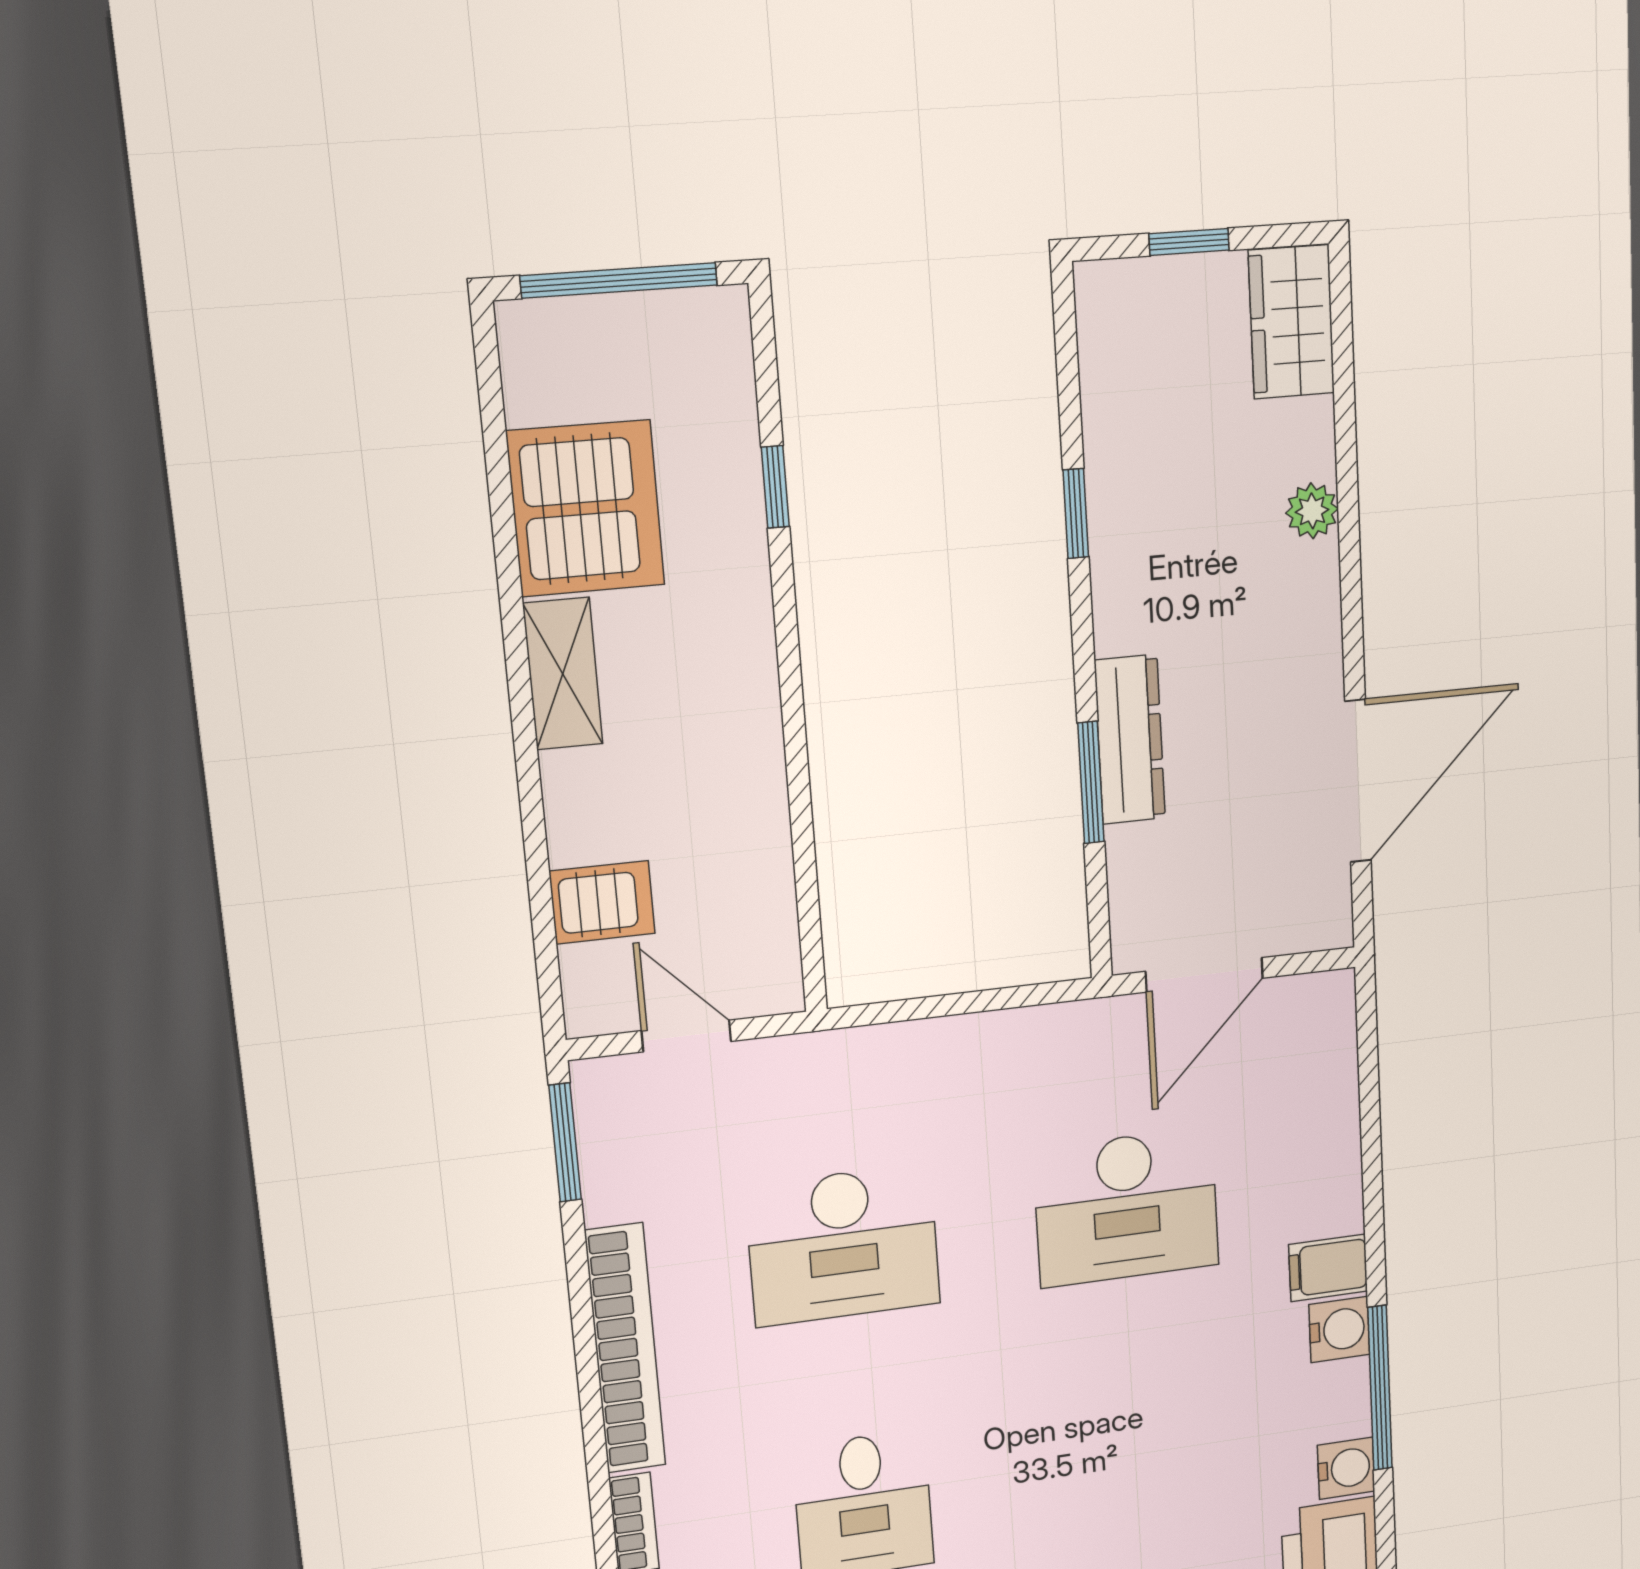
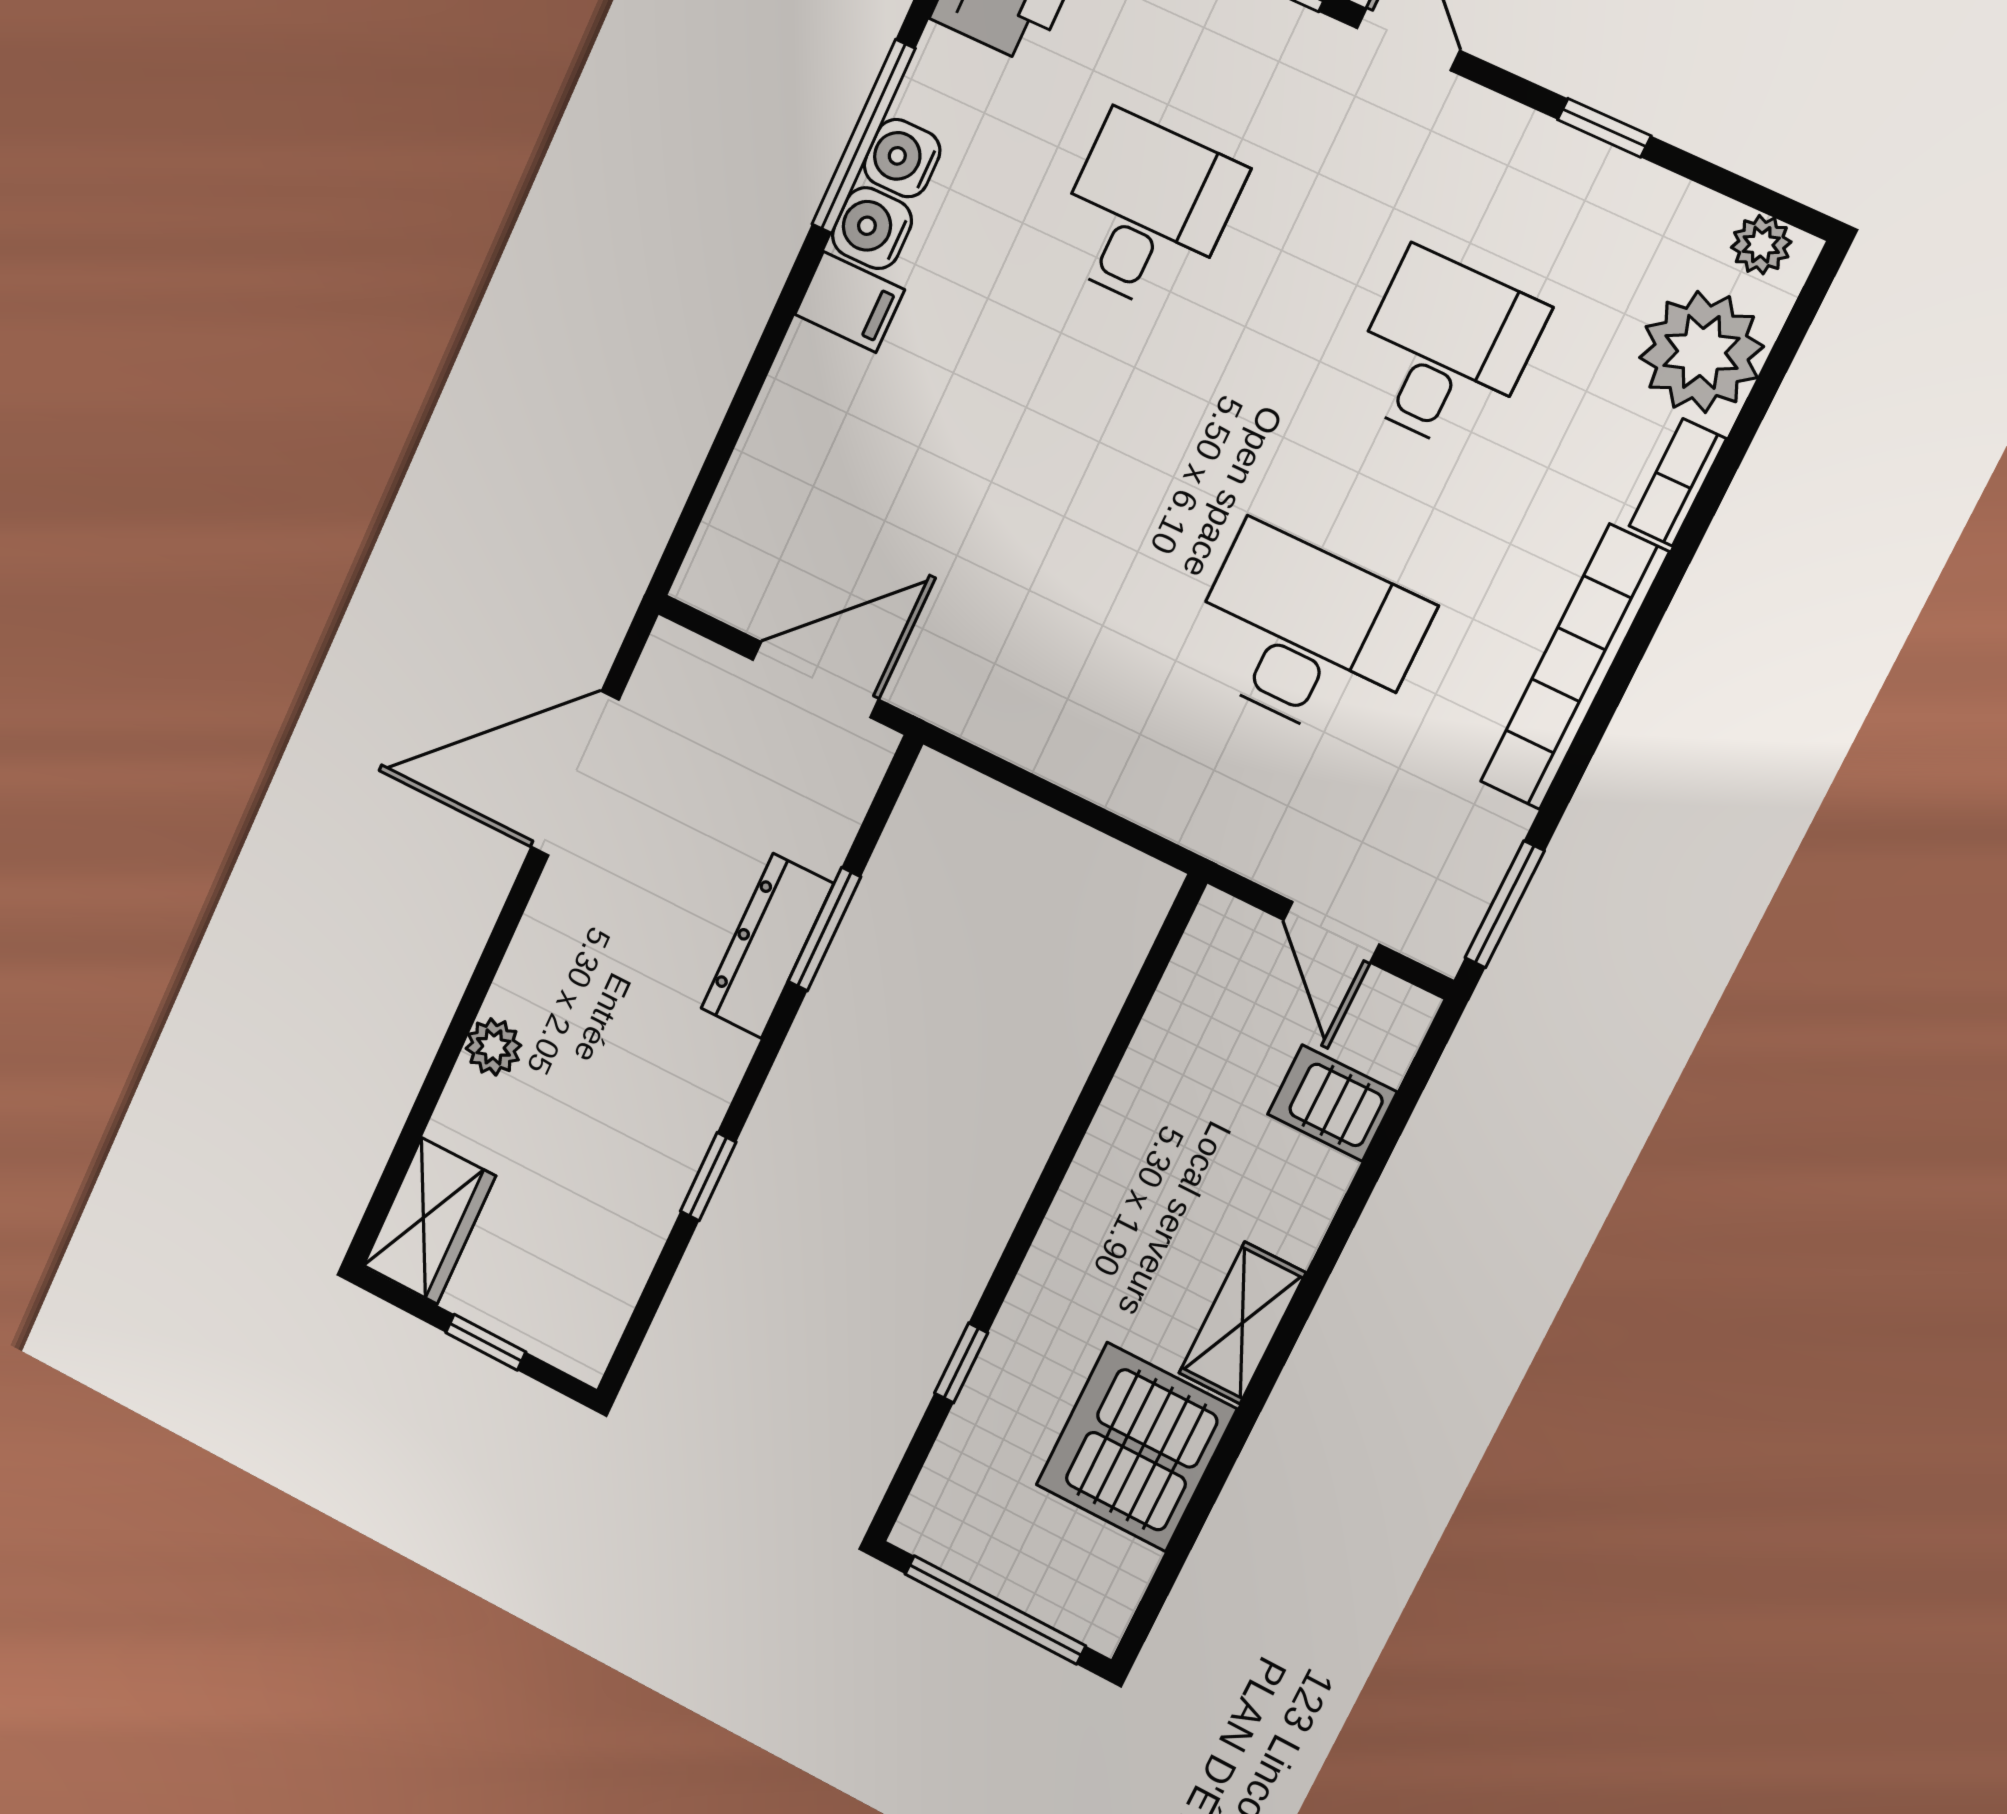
desk: (1126, 1207) -> (1146, 213), moved, width x0.73
water cooler: (1346, 1468) -> (902, 158), moved

